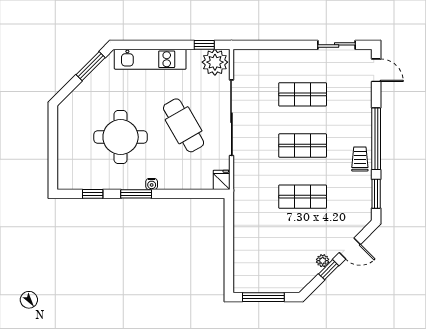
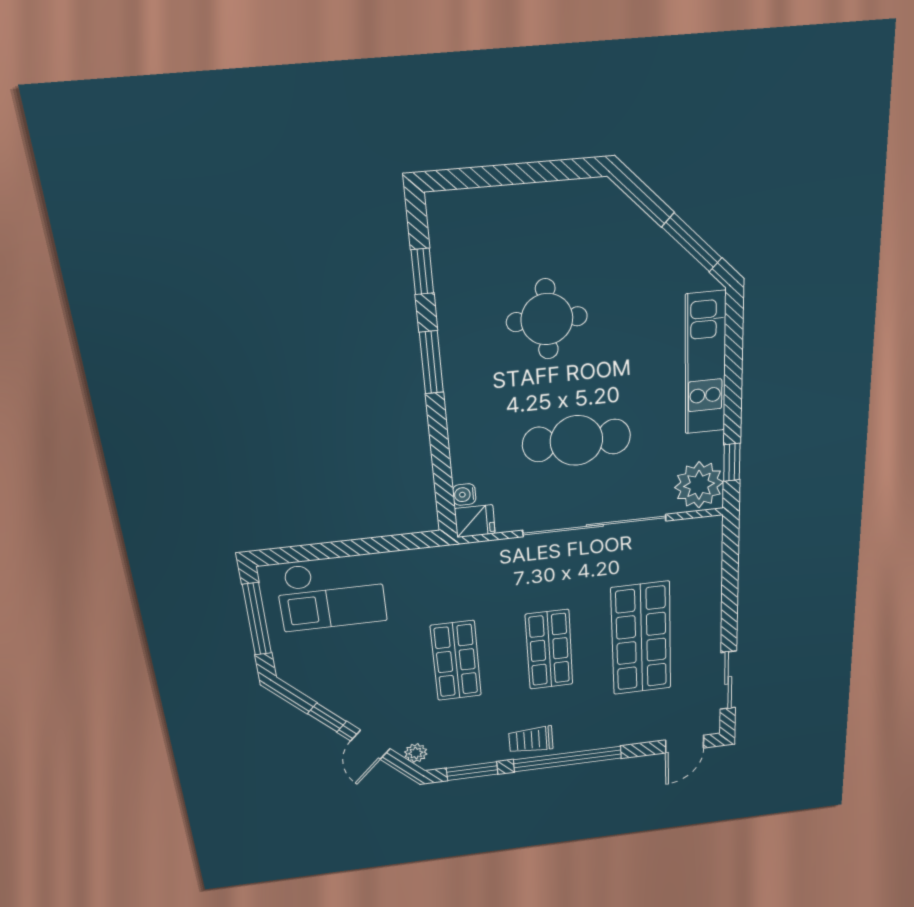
shop shelf: (303, 94) -> (641, 639), width x1.43, depth x1.36
cafe table: (184, 125) -> (576, 441), turned 30
round table: (121, 137) -> (547, 319), width x0.73, depth x0.73
trolley: (360, 159) -> (531, 740), turned 180
water cooler: (152, 184) -> (464, 495), moved
checkout: (254, 257) -> (331, 595), added
plant: (323, 261) -> (416, 753), moved

